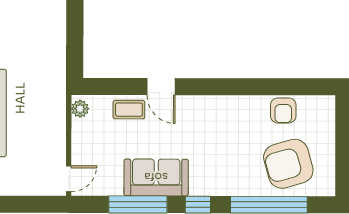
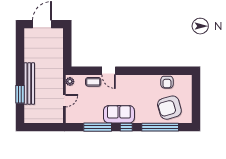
sofa: (156, 177) -> (119, 114), moved
door: (69, 179) -> (64, 101), moved

